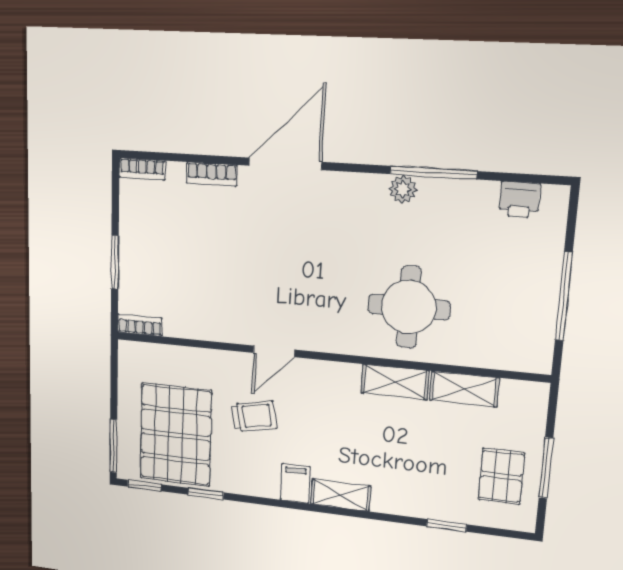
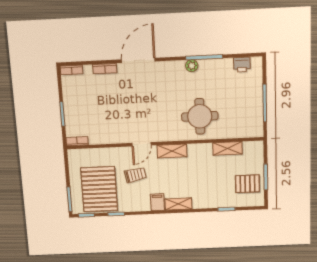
shelving: (395, 382) -> (172, 151), moved
pallet: (501, 476) -> (248, 184), turned 90

